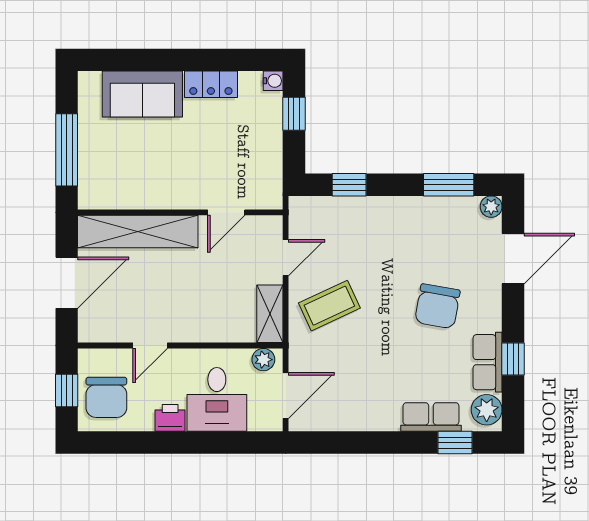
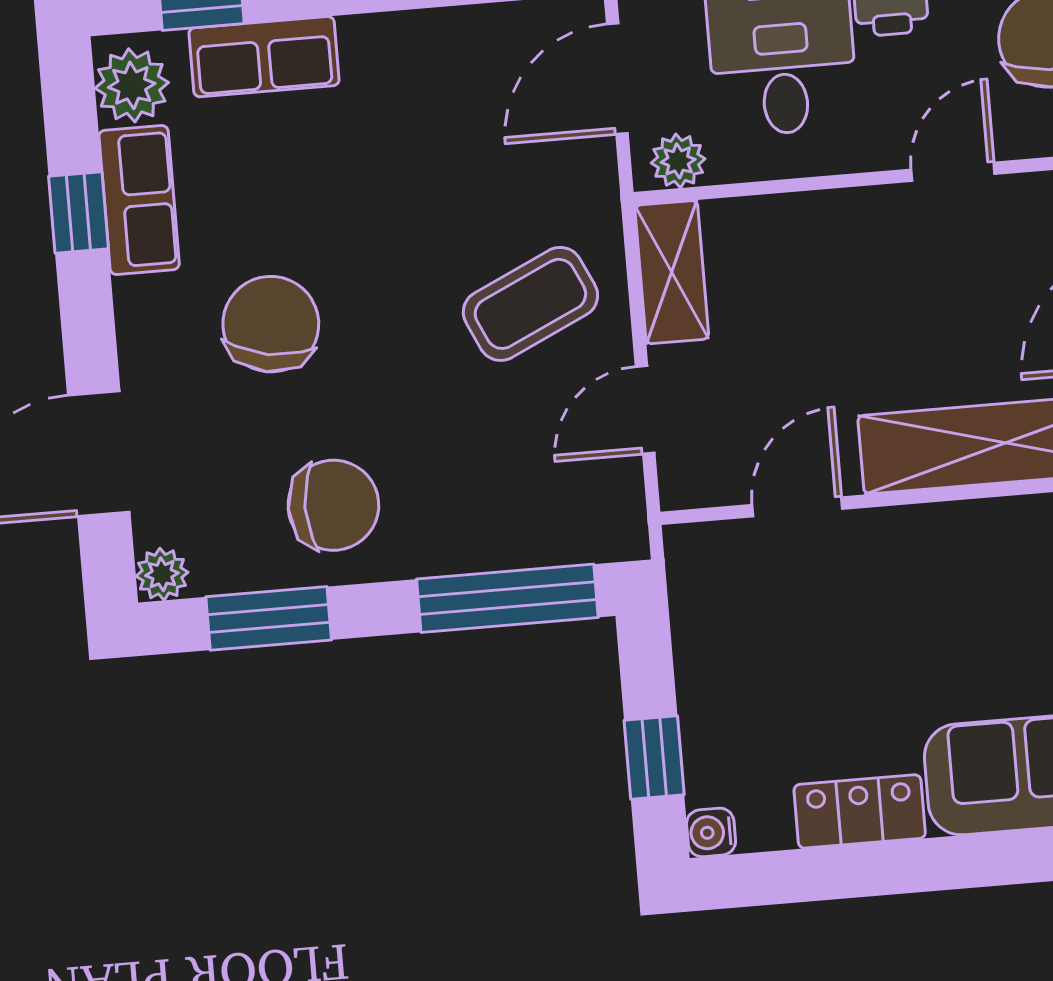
window: (349, 185) -> (507, 598), width x2.17
chair: (418, 229) -> (333, 505), added

